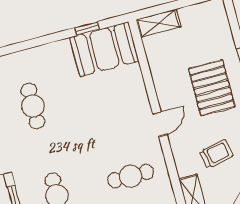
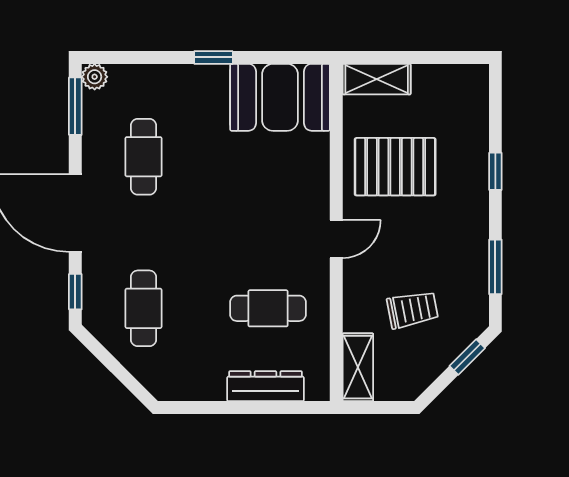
window: (87, 29) -> (213, 57), moved
pallet: (212, 88) -> (395, 167), moved, turned 90

